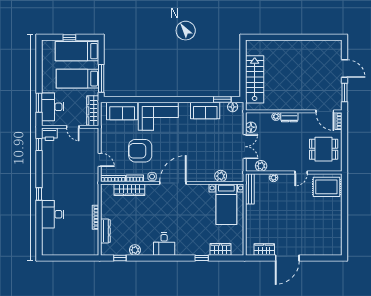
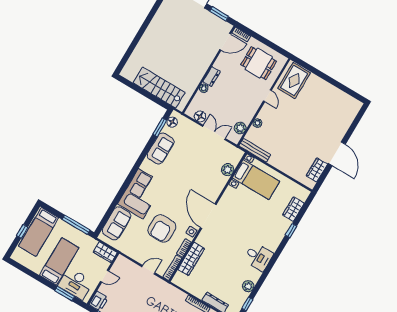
bed: (77, 79) -> (59, 261), moved, turned 180
wardrobe: (93, 111) -> (105, 252), width x0.67
dining table: (324, 149) -> (259, 63), turned 90

